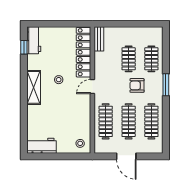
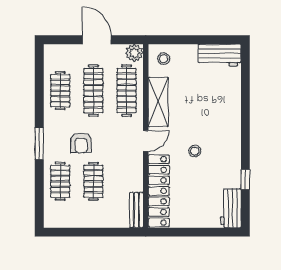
window: (24, 47) -> (245, 179), moved
armchair: (137, 85) -> (81, 143), turned 90
shelving: (34, 87) -> (158, 102), moved
clothes rail: (151, 121) -> (60, 91), width x0.73
plant: (100, 147) -> (134, 53), added

